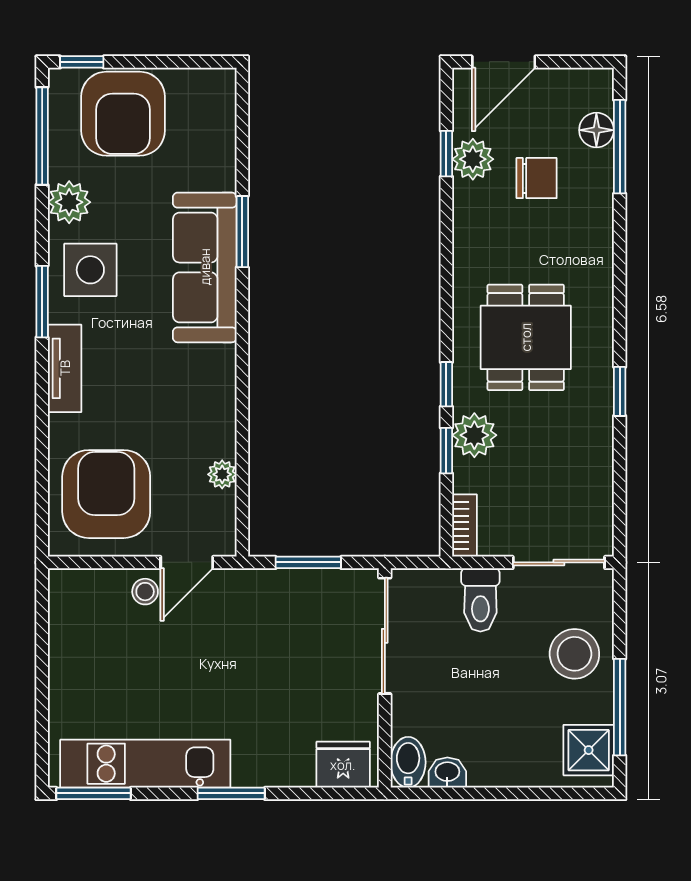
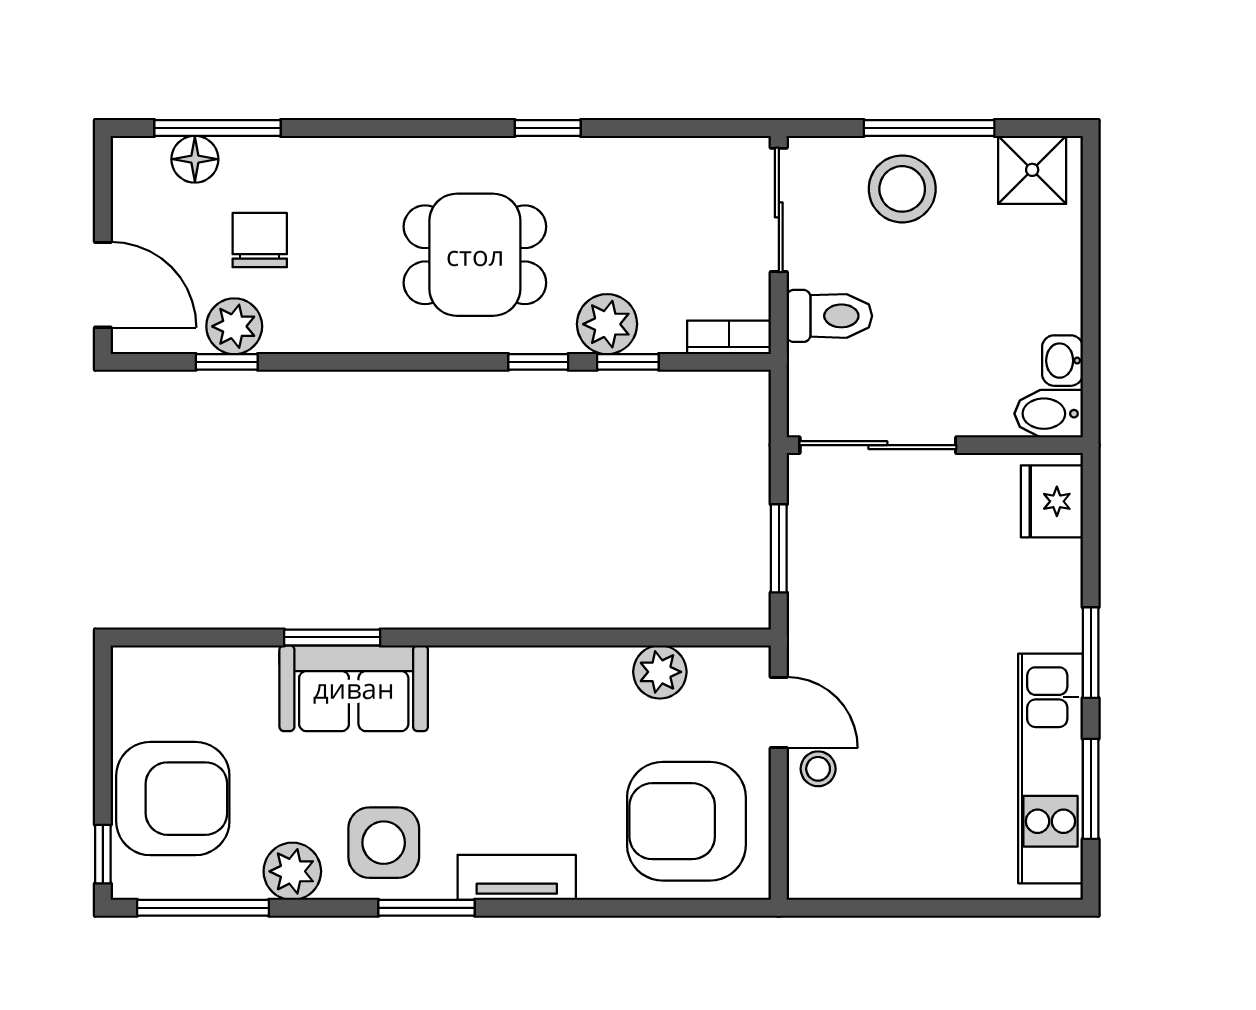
sofa: (205, 267) -> (354, 688), width x0.73
plant: (222, 474) -> (660, 672), width x1.38, depth x1.38
window: (620, 707) -> (929, 128), moved
window: (93, 793) -> (1091, 789), moved

